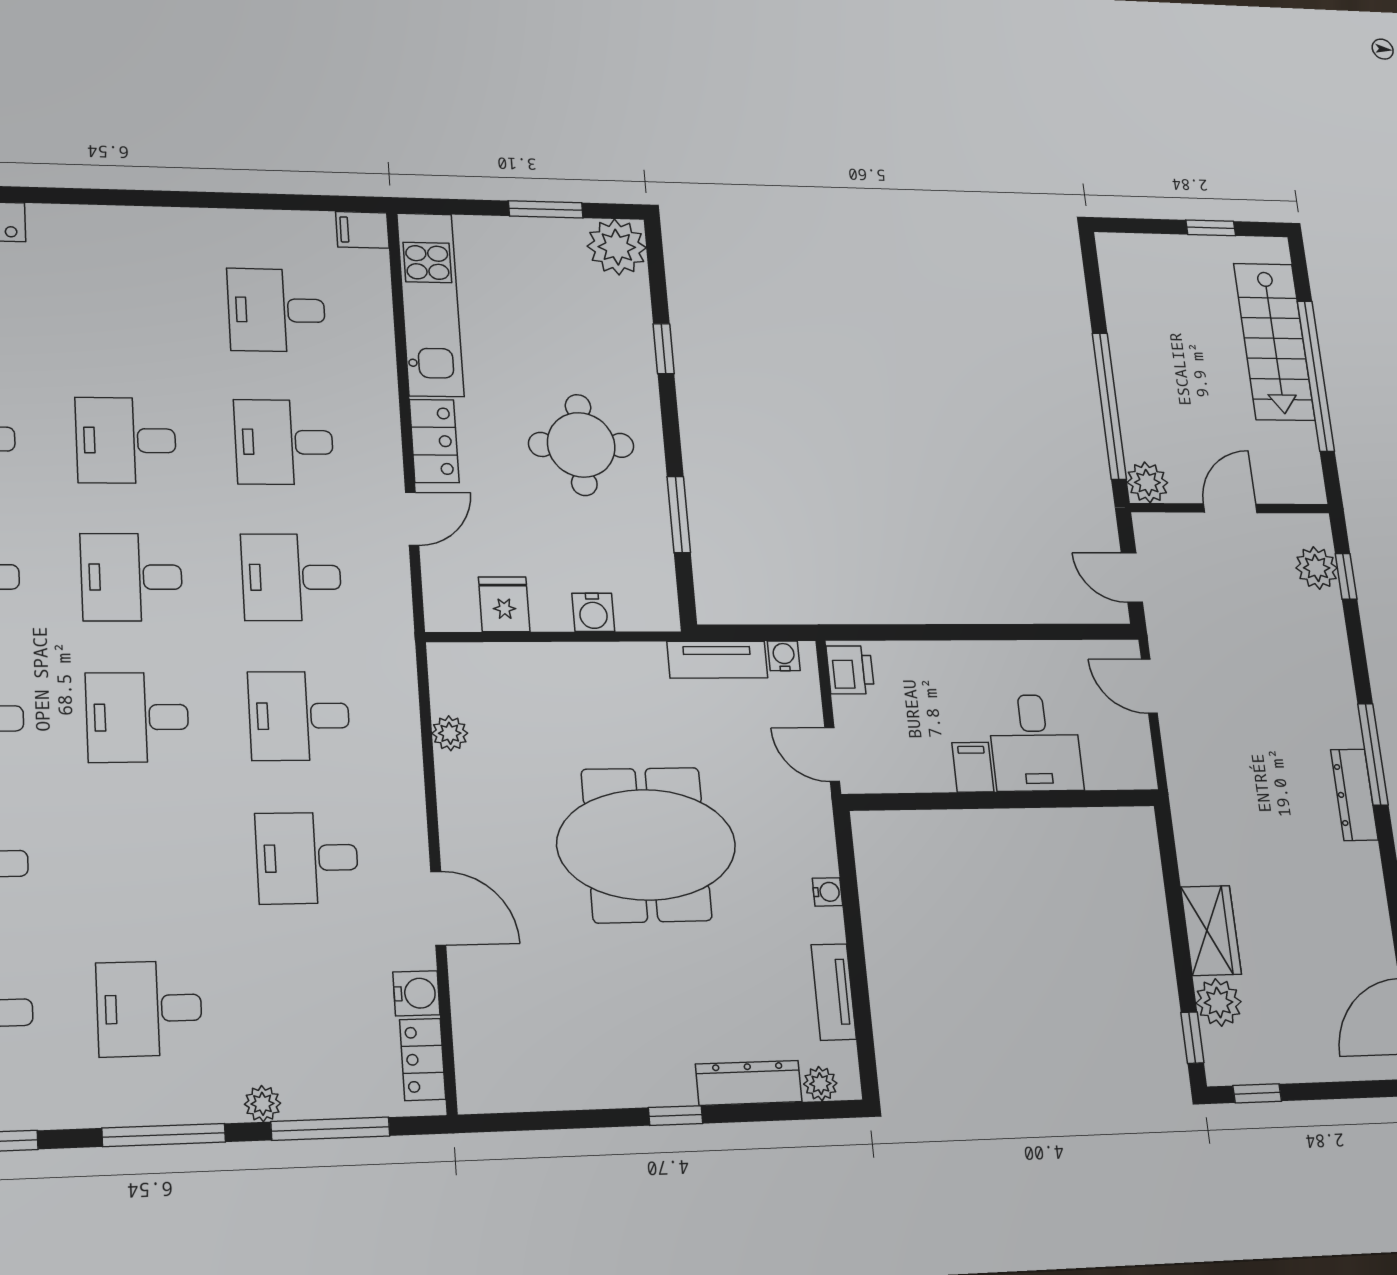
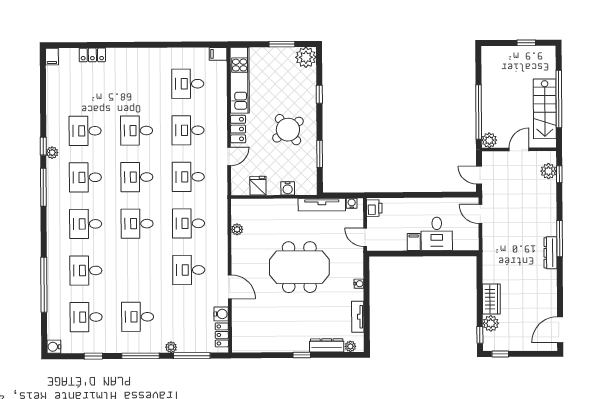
stairs: (1274, 342) -> (545, 109), moved
round table: (581, 445) -> (288, 130), turned -37
tv unit: (717, 660) -> (322, 205), width x1.41

